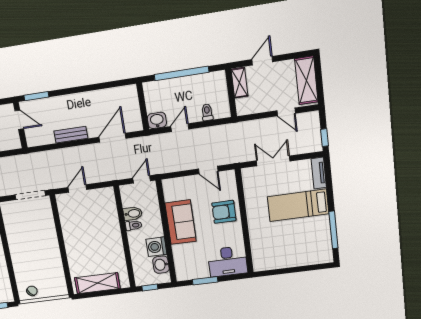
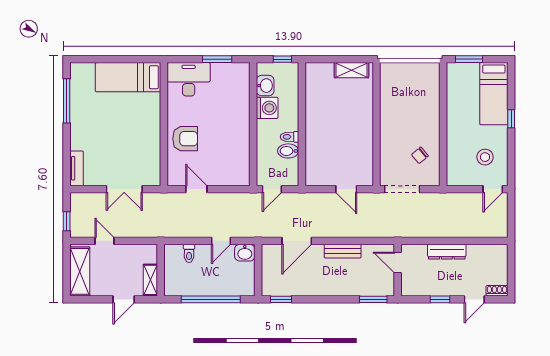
window: (118, 83) -> (281, 299), added
door: (19, 120) -> (398, 262), moved
window: (325, 138) -> (67, 221), moved
door: (77, 189) -> (346, 189), hinge flipped
bed: (298, 205) -> (128, 77), moved, turned 180
sofa: (181, 222) -> (235, 133), removed
shelving: (97, 283) -> (351, 70), width x0.67, depth x0.75
chair: (32, 291) -> (420, 155), moved

